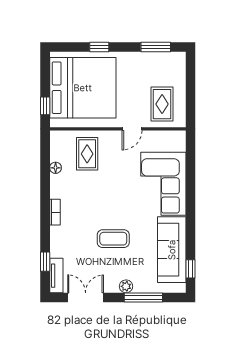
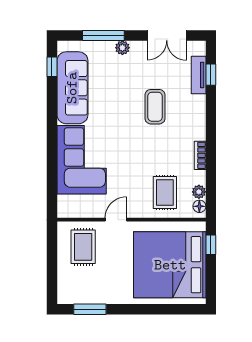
window: (99, 47) -> (152, 309), removed
plant: (56, 154) -> (199, 192), added
floor lamp: (56, 168) -> (199, 206), moved
bookcase: (55, 212) -> (200, 155), moved
coffee table: (113, 239) -> (155, 107), moved, turned 90
tv unit: (56, 276) -> (199, 75), moved

